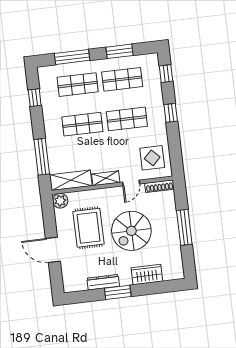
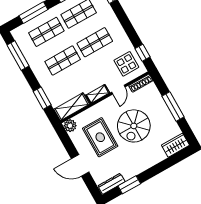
window: (35, 98) -> (18, 55), width x2.17
window: (171, 113) -> (143, 53), moved
window: (42, 157) -> (42, 98), width x0.69
wardrobe: (147, 275) -> (175, 145), moved
dresser: (103, 282) -> (111, 184), moved
window: (118, 292) -> (129, 185), moved

